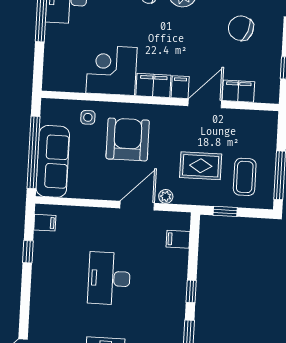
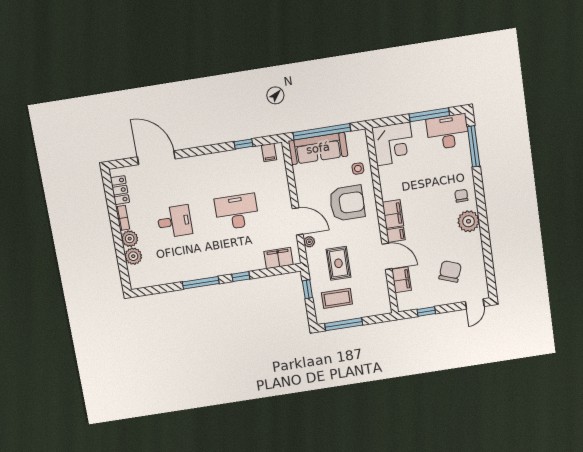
corner desk: (112, 70) -> (393, 144), moved, turned 90
filing cabinet: (178, 239) -> (279, 258), width x2.00

